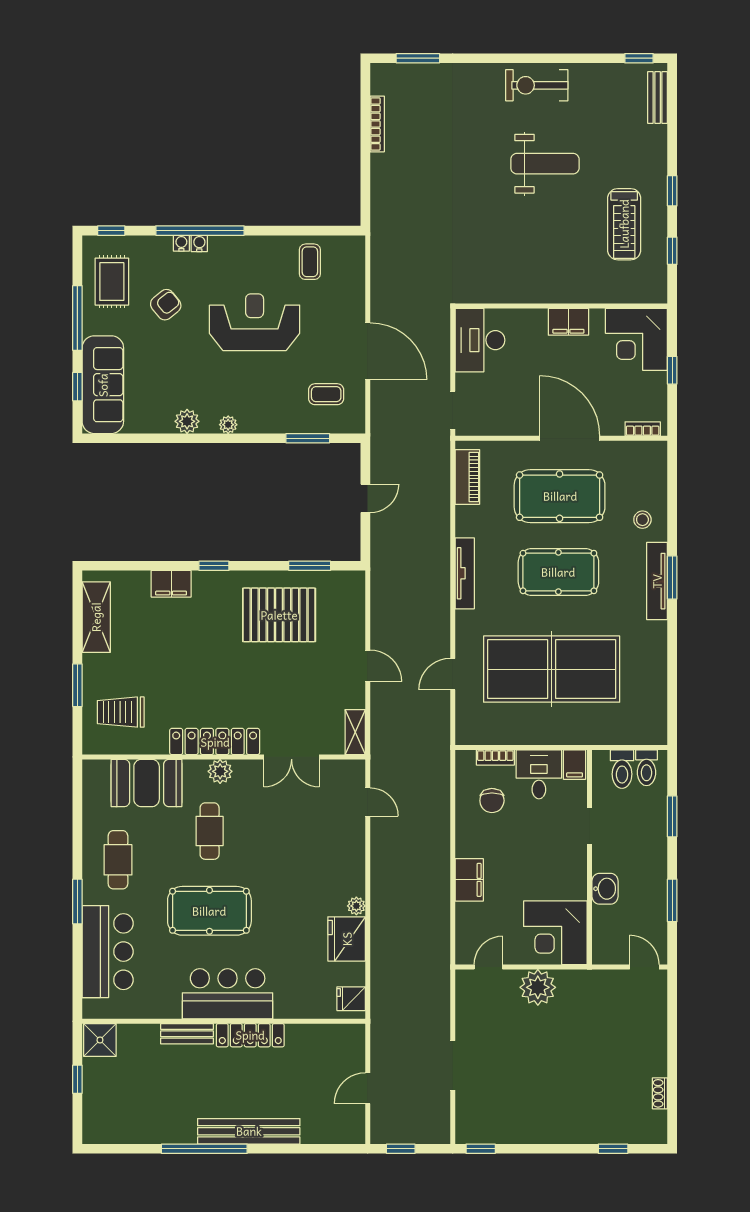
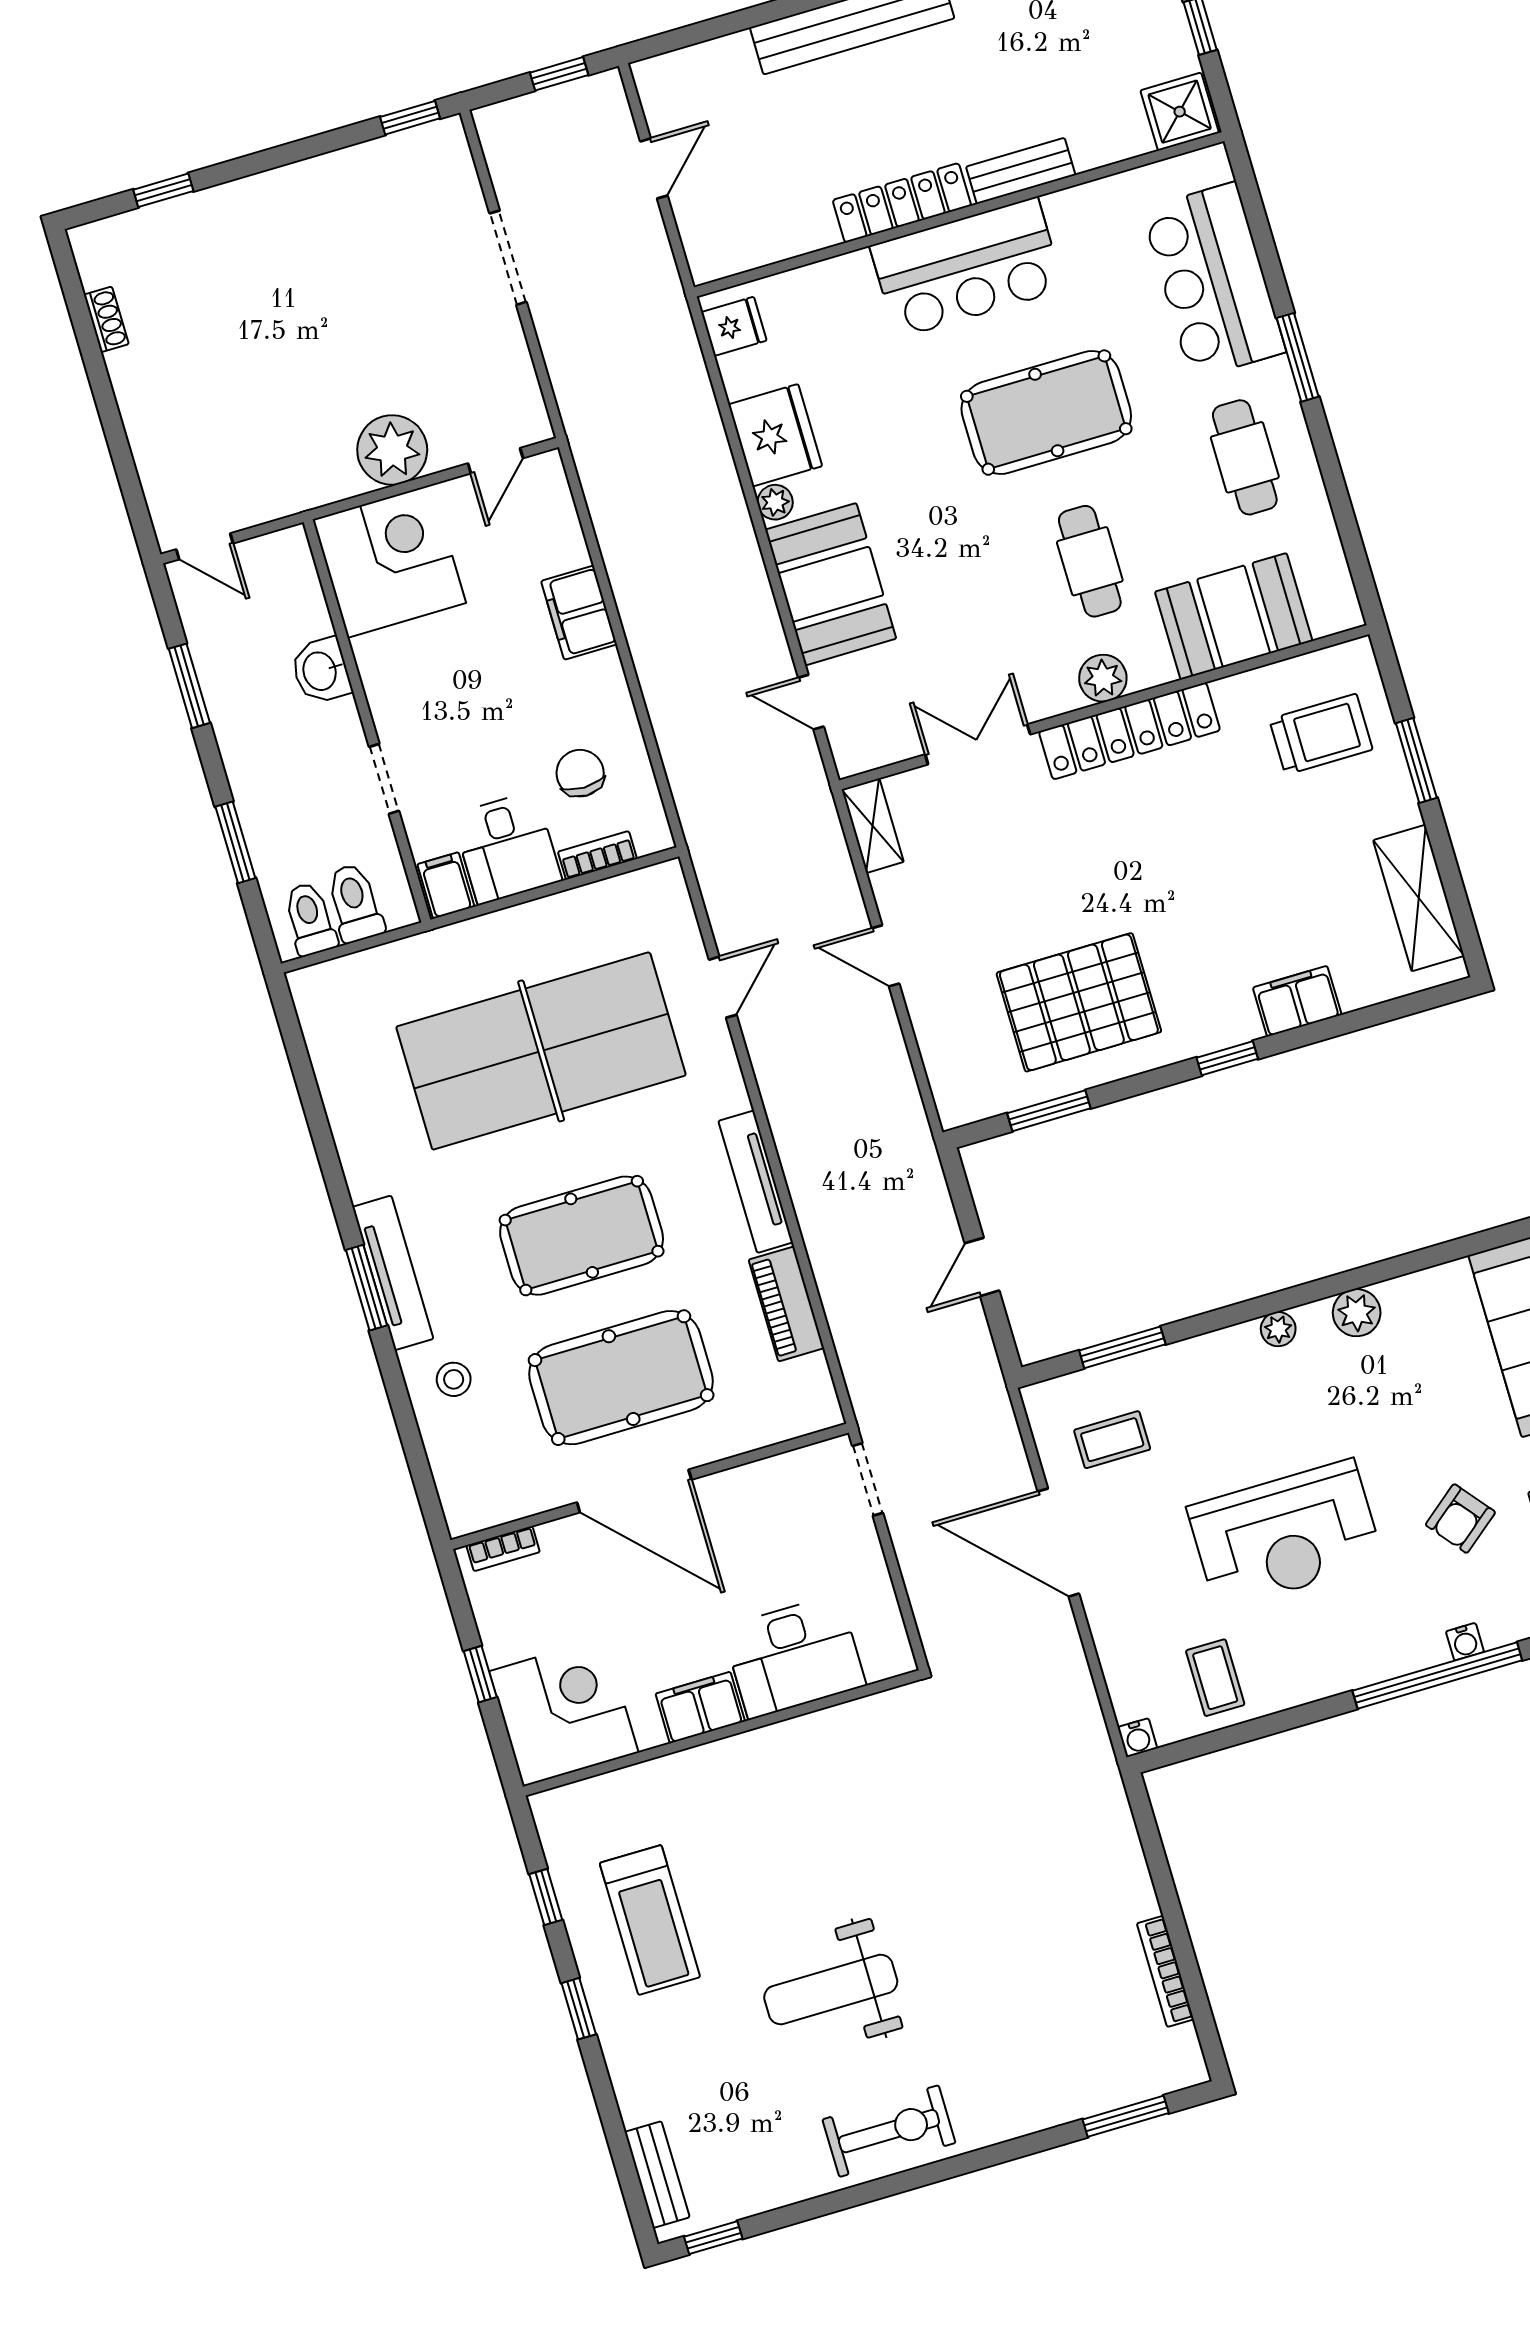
treadmill: (624, 224) -> (650, 1920), turned 180
water cooler: (199, 243) -> (1138, 1738), moved
desk: (480, 340) -> (794, 1657), moved, turned 90
piano: (467, 477) -> (786, 1304), moved
booth: (341, 857) -> (831, 584), added

